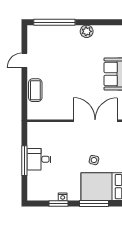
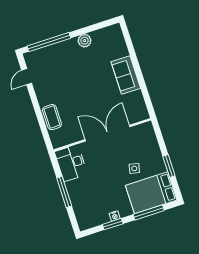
door: (24, 60) -> (27, 77), moved
double door: (95, 121) -> (108, 133), moved
desk: (39, 159) -> (71, 163), moved, width x1.37

